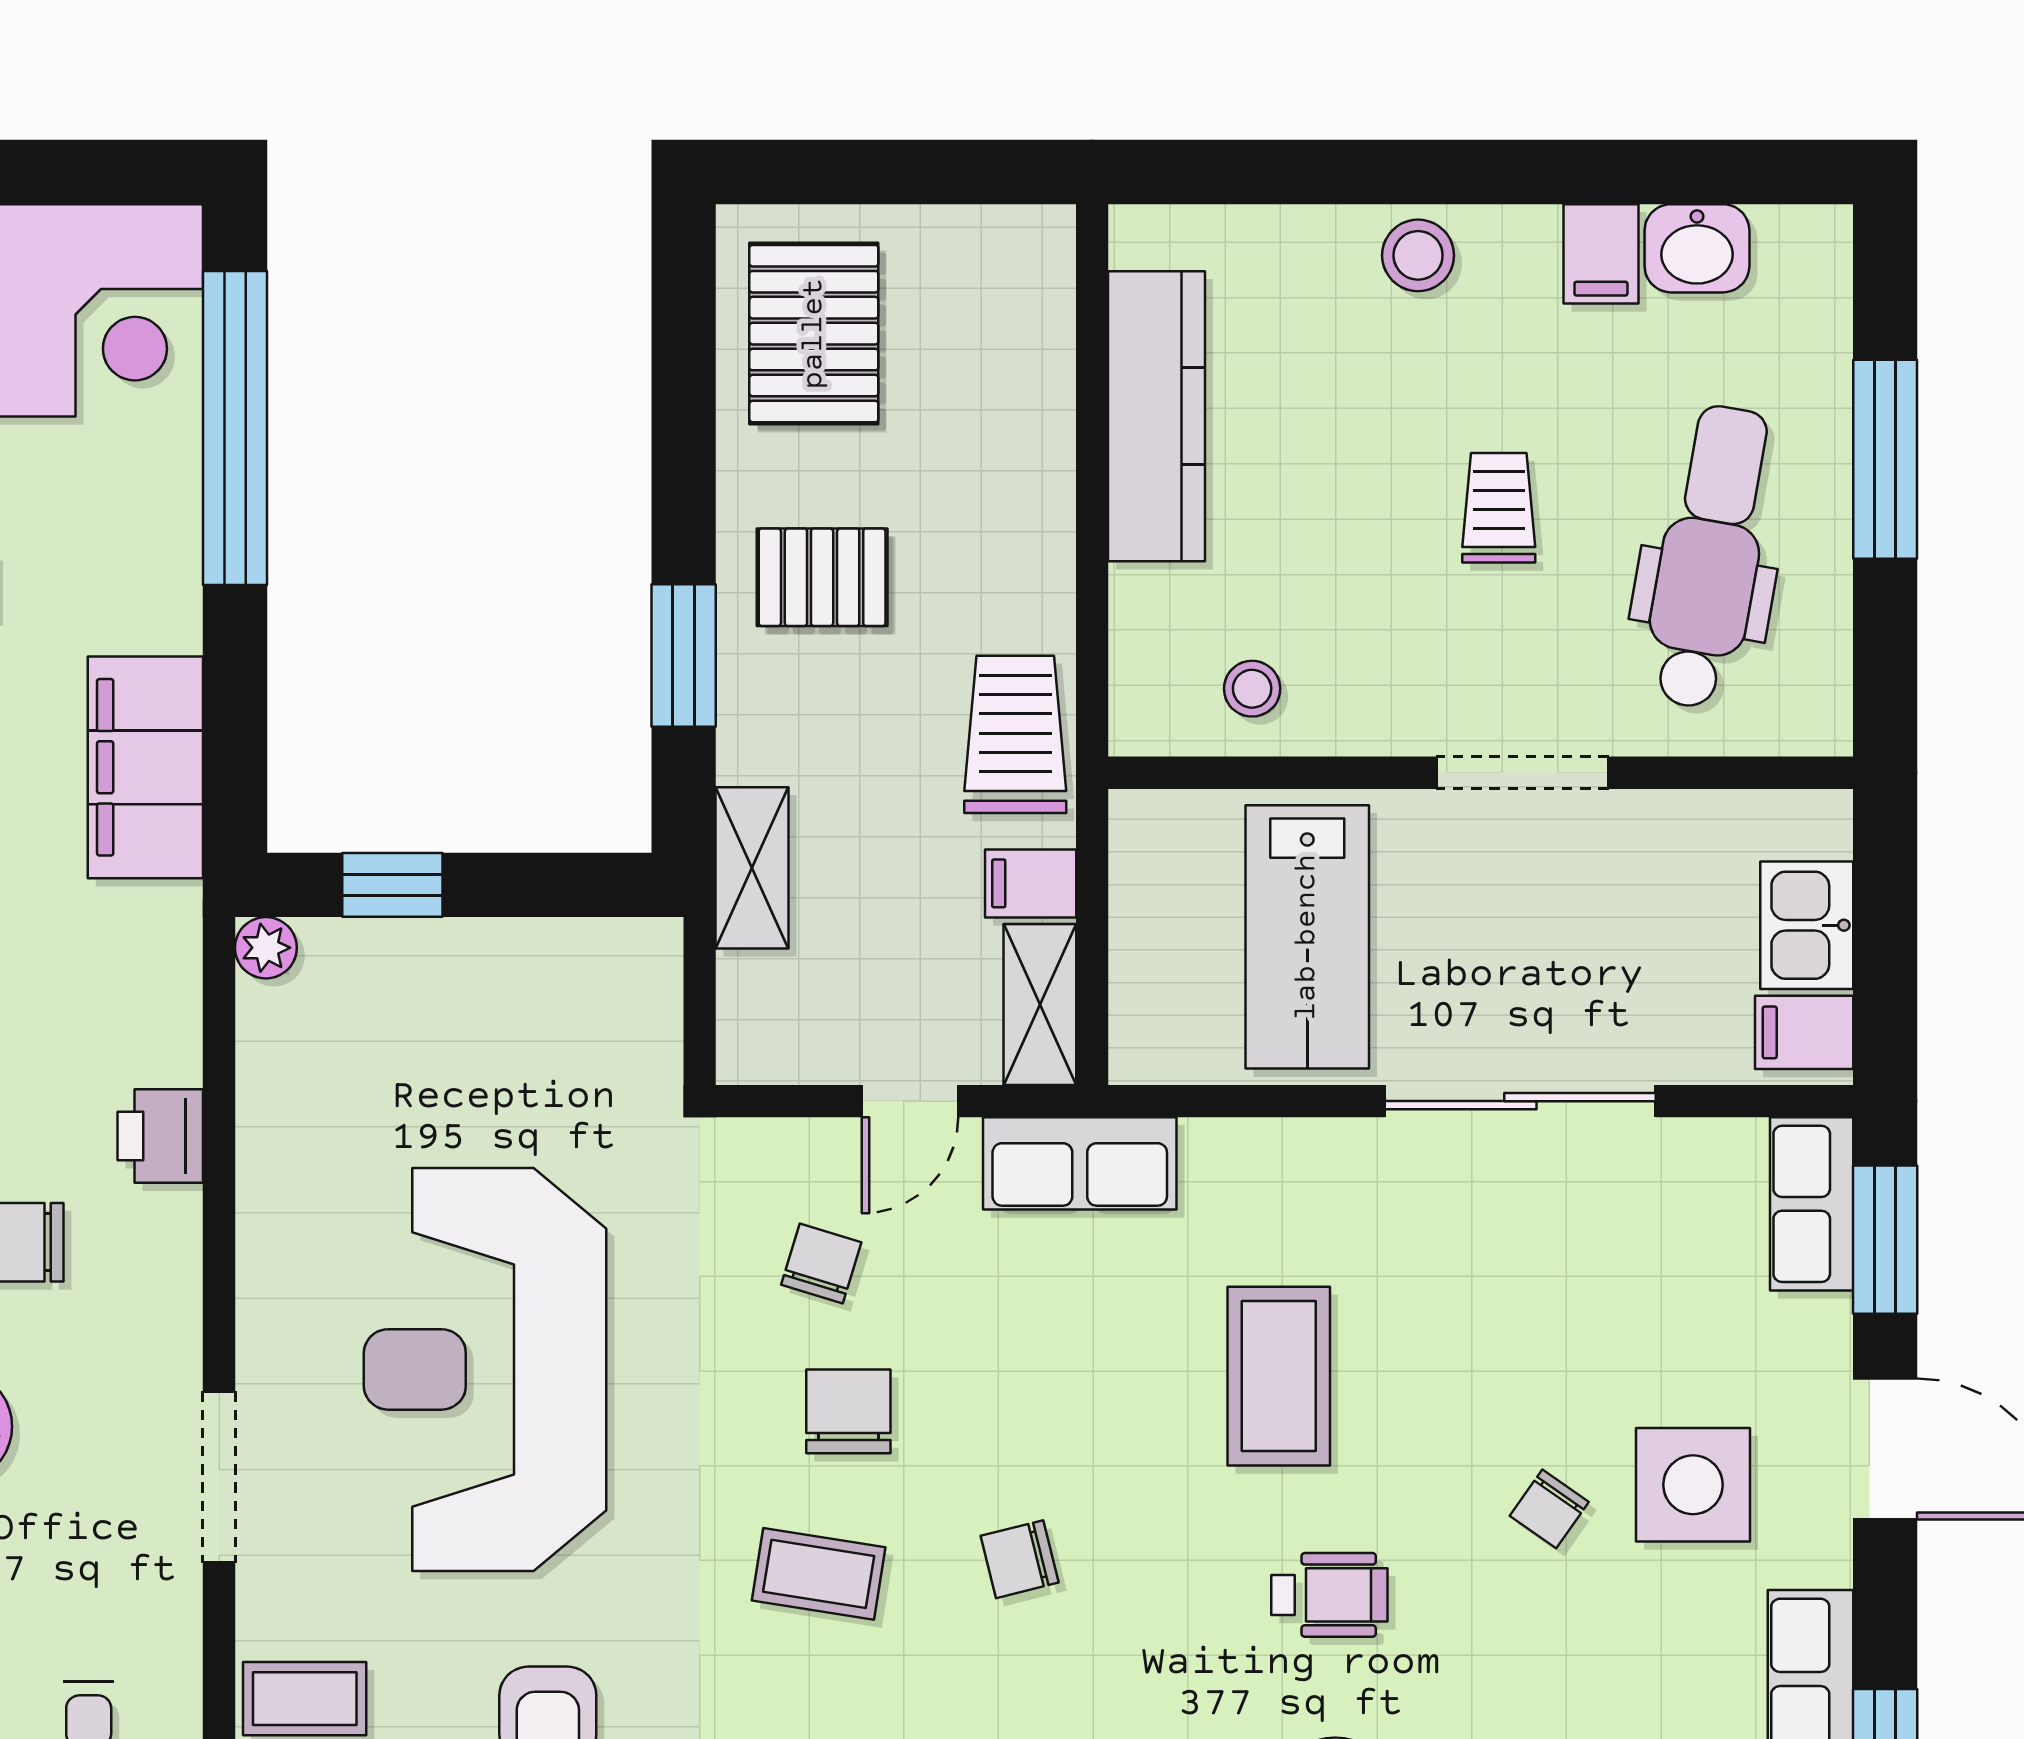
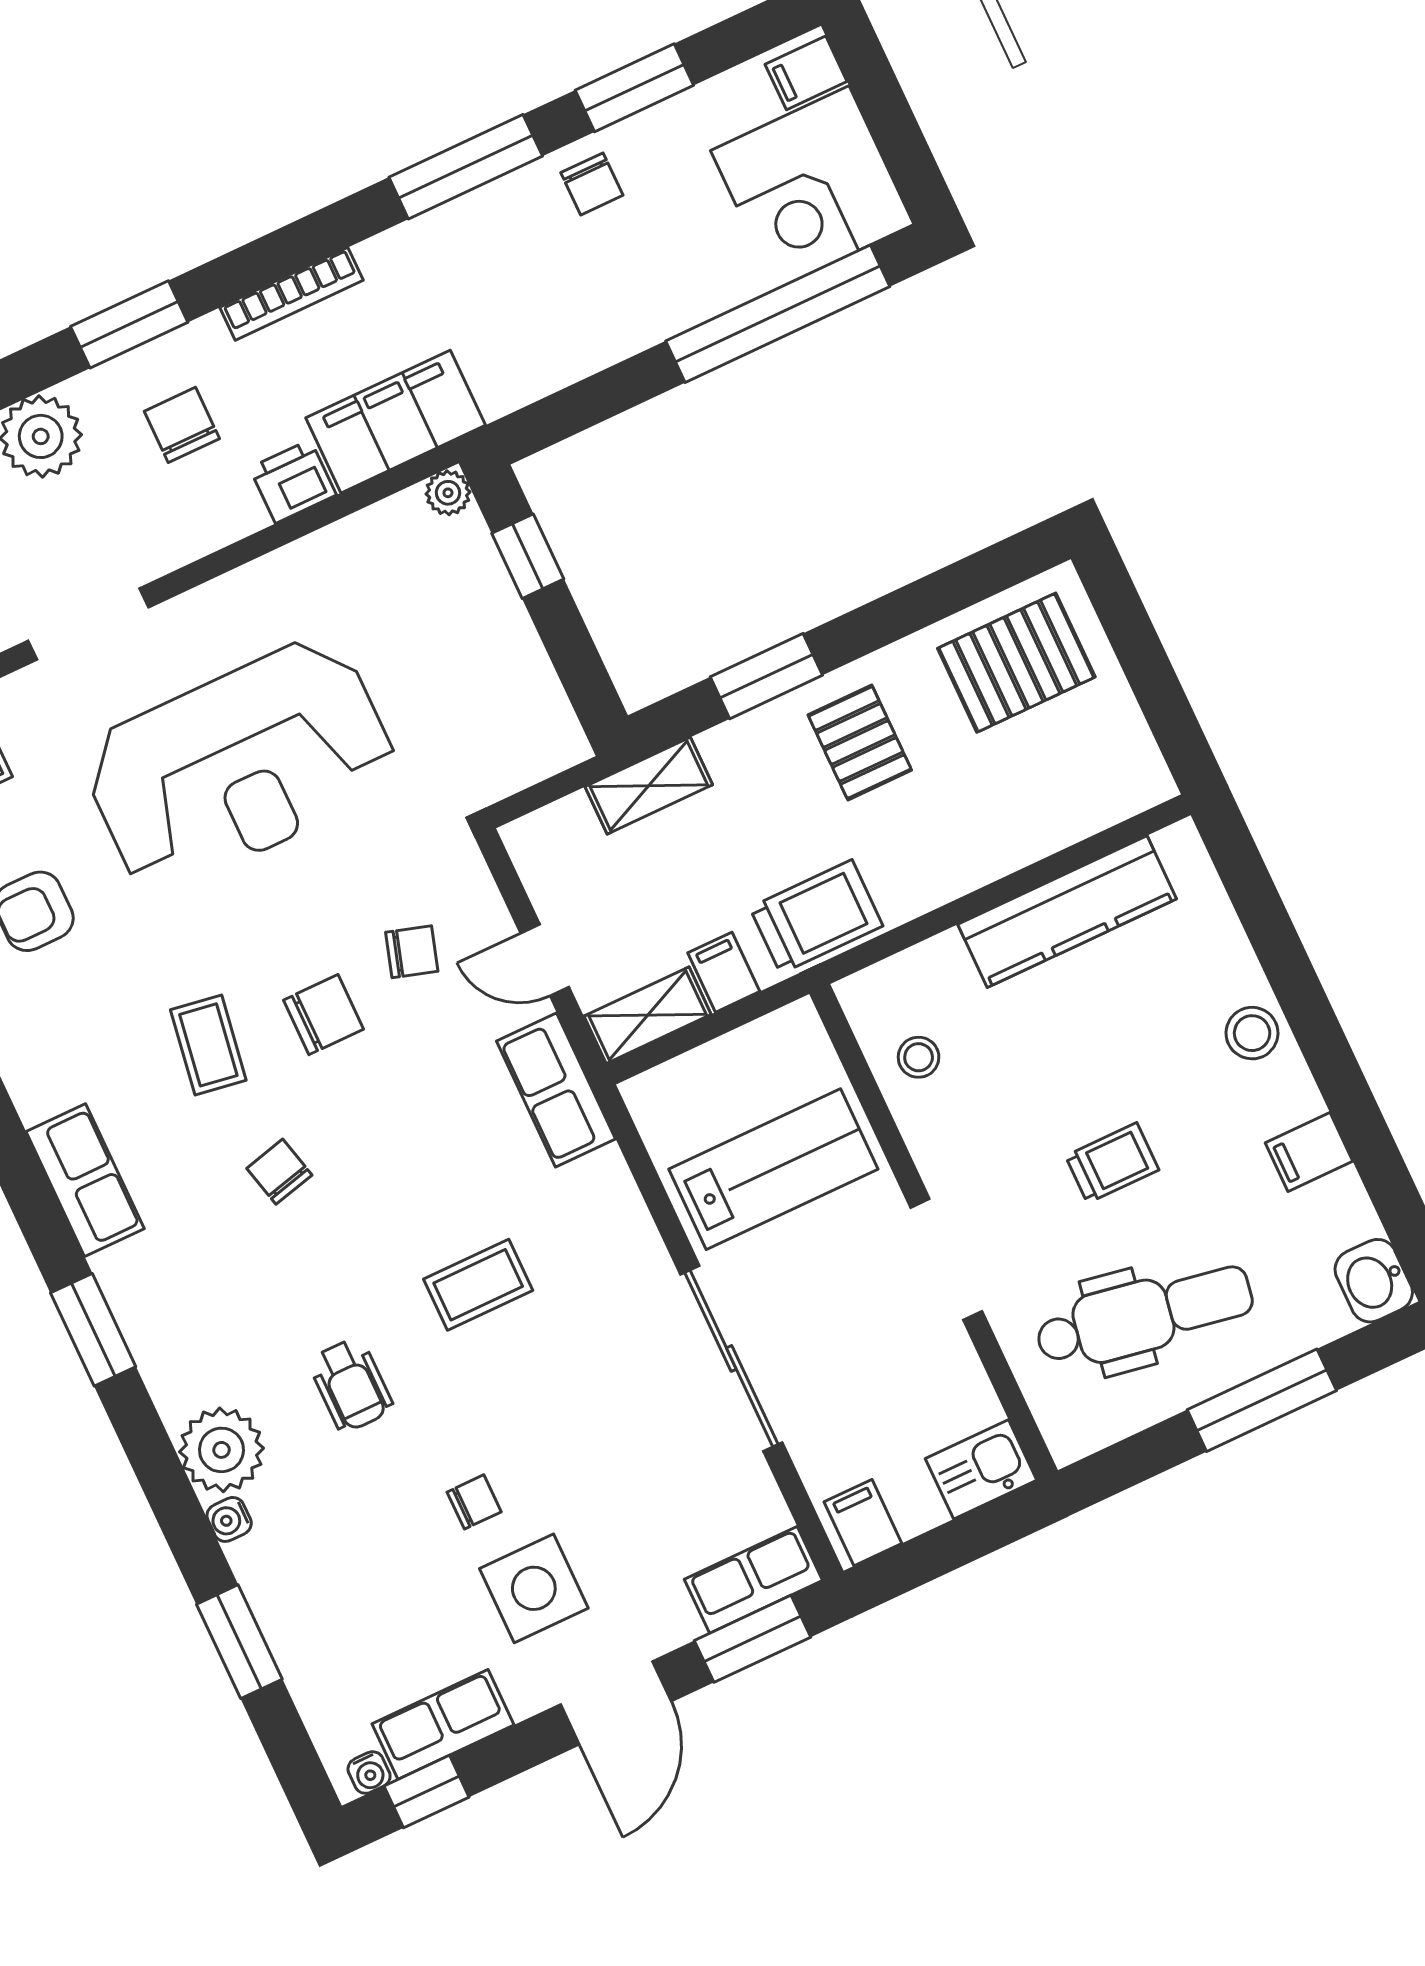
washbasin: (1697, 248) -> (1374, 1281), moved
filing cabinet: (145, 767) -> (396, 422), moved
kitchen sink: (1807, 925) -> (981, 1469), moved
lab bench: (1307, 937) -> (773, 1169), turned 180
reception desk: (485, 1369) -> (240, 765), turned 180
coffee table: (1279, 1376) -> (478, 1285), width x0.73, depth x0.77
chair: (1549, 1509) -> (474, 1502), turned 145

